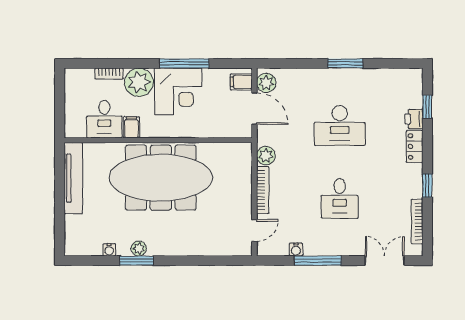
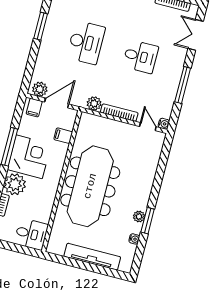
desk: (104, 119) -> (31, 234), moved
filing cabinet: (131, 127) -> (63, 136), moved
tv unit: (73, 178) -> (92, 257), moved
water cooler: (296, 249) -> (164, 124), moved

